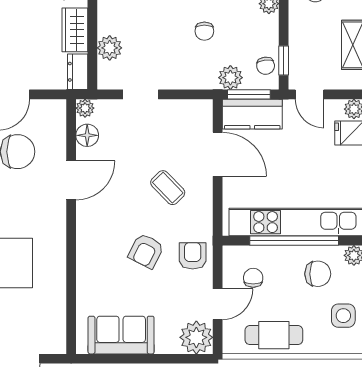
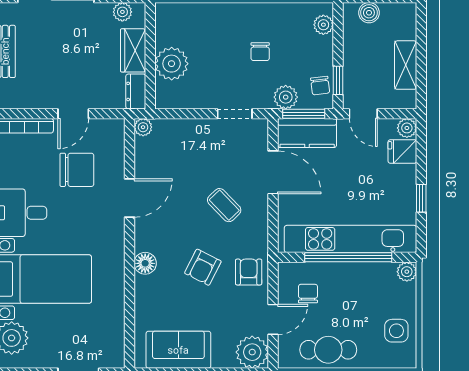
plant: (110, 48) -> (172, 64), width x1.36, depth x1.36
doorway: (141, 94) -> (235, 114), moved
floor lamp: (87, 135) -> (145, 263), moved
chair: (318, 274) -> (371, 290), removed

